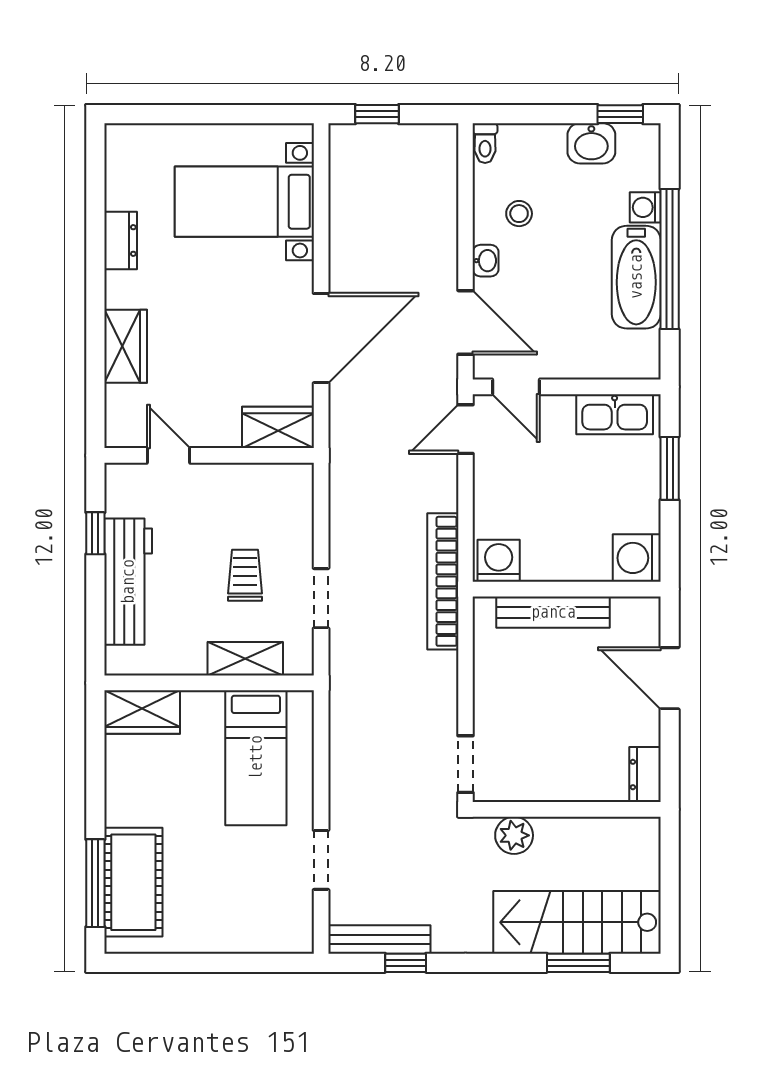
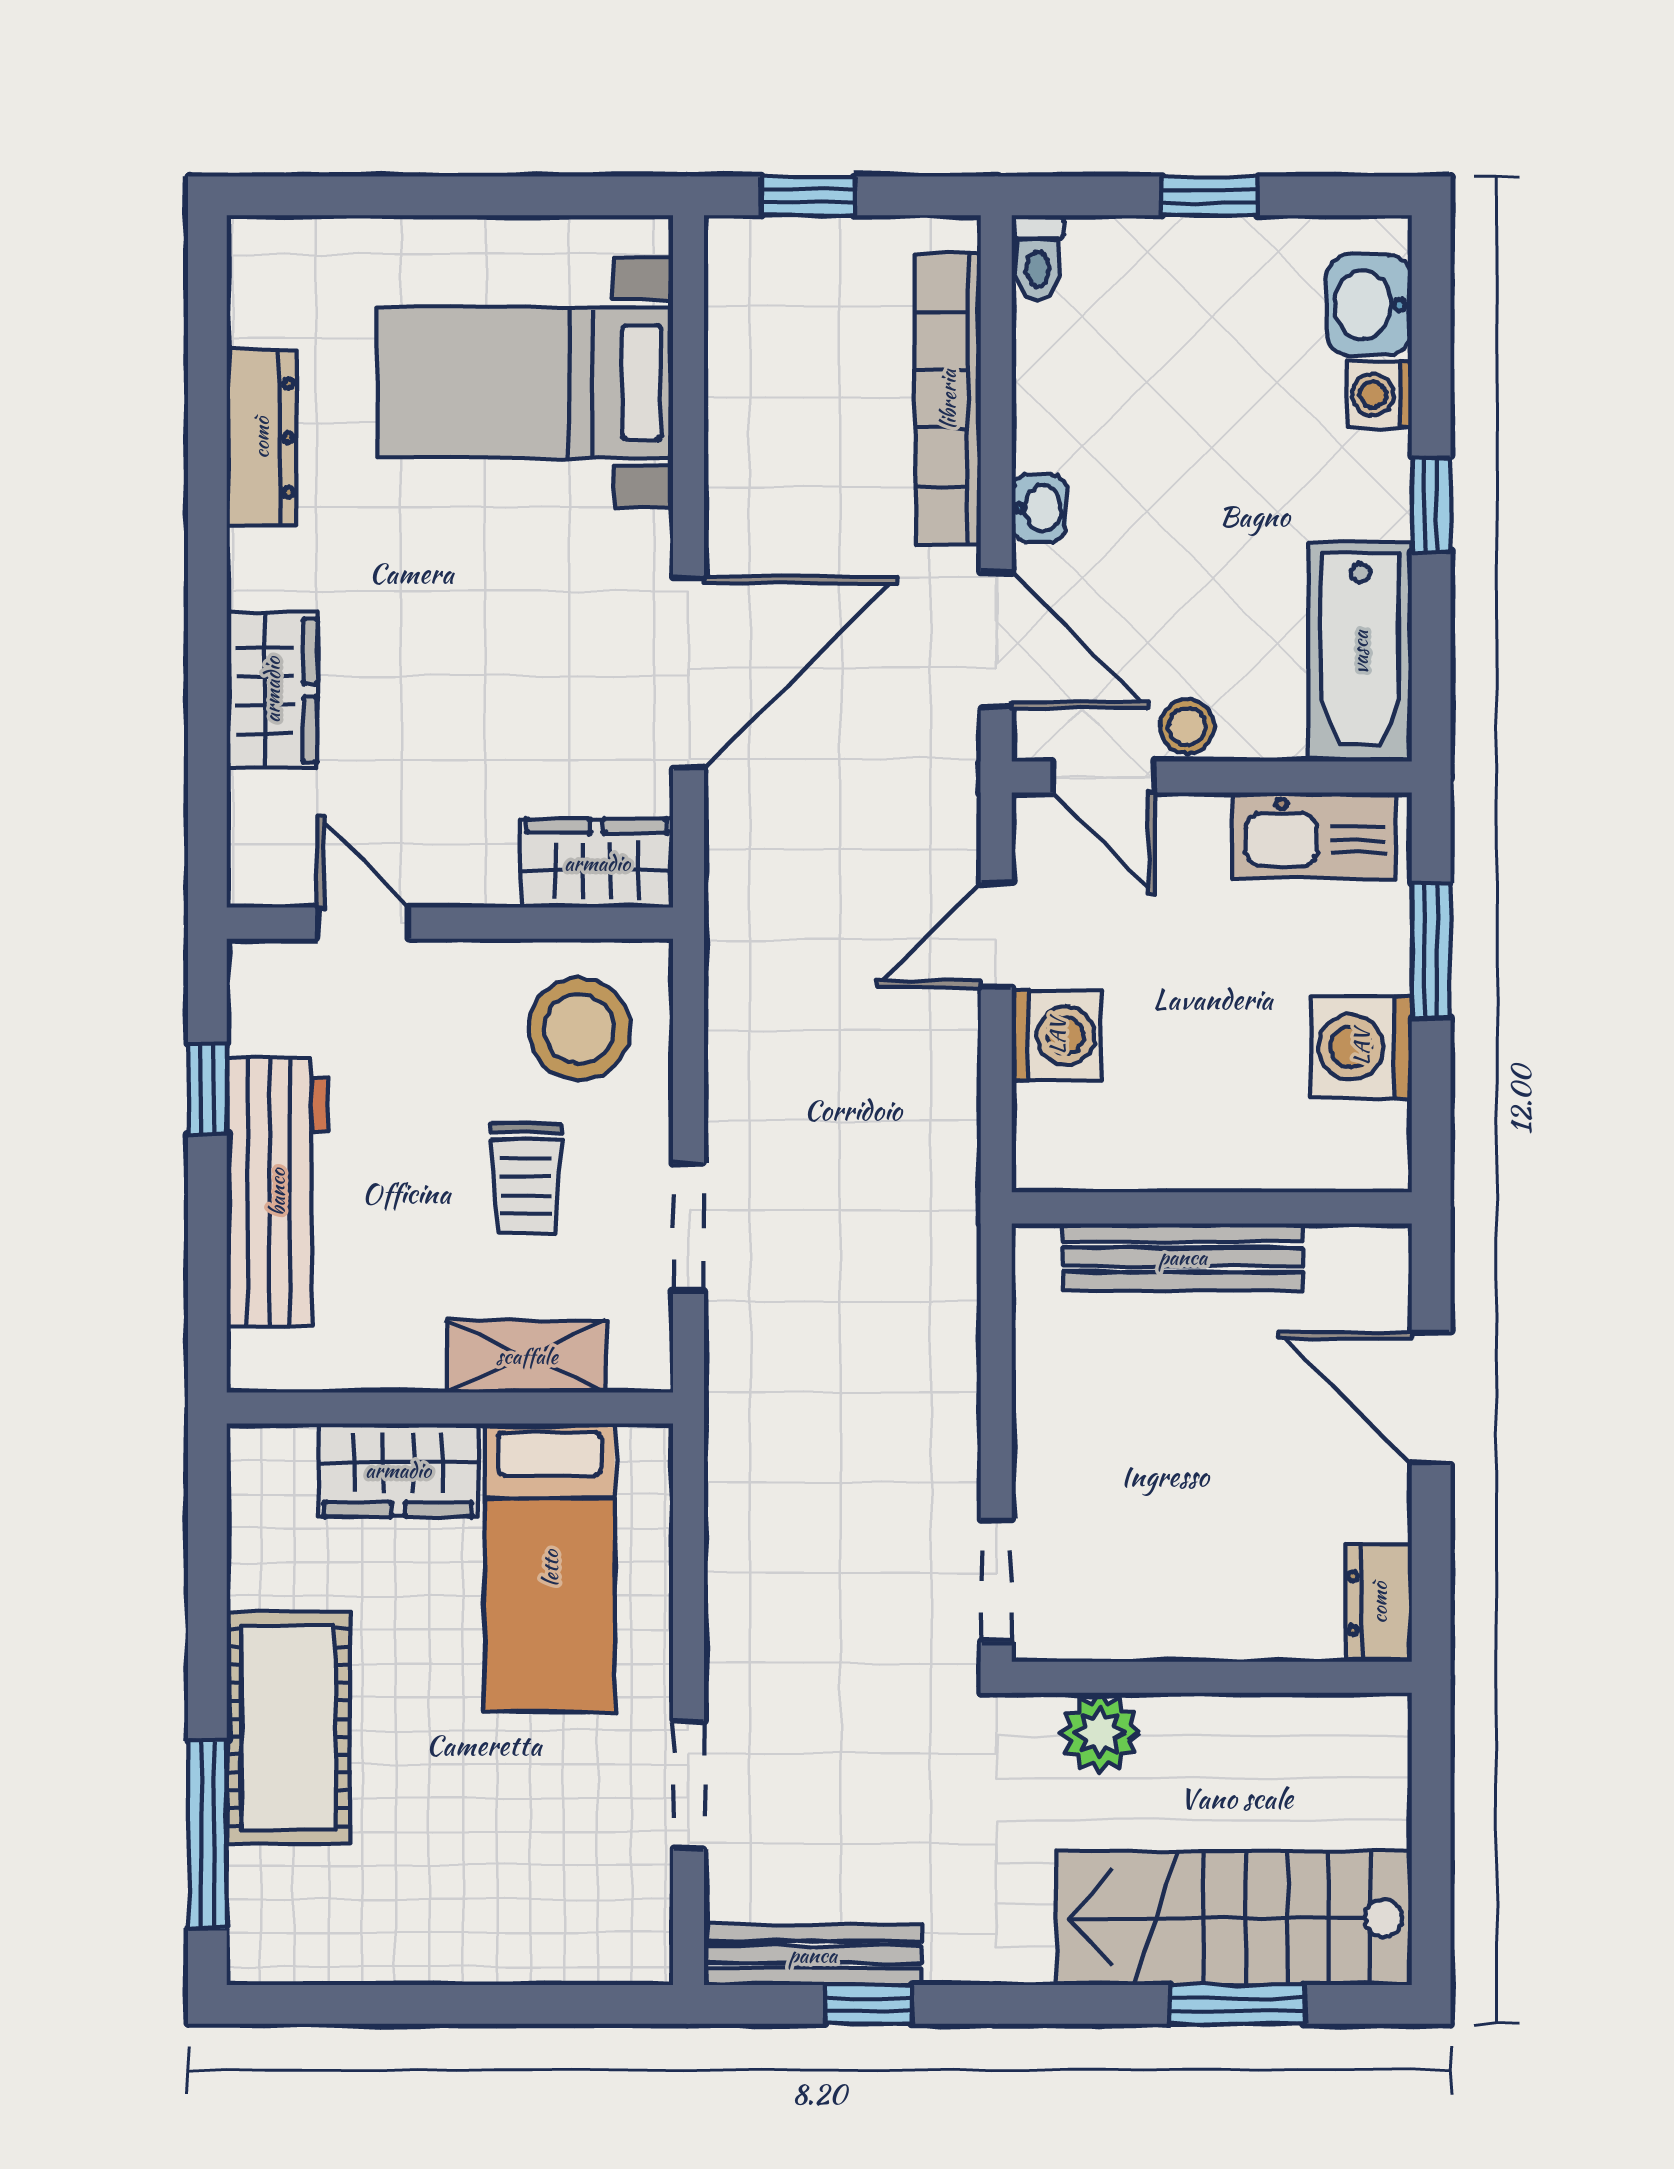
window: (620, 114) -> (1209, 196), moved
washbasin: (591, 143) -> (1369, 305), moved, turned 90
stool: (519, 214) -> (1187, 726), moved
dresser: (121, 240) -> (261, 438), width x1.44
window: (670, 259) -> (1431, 505), width x0.32
bathtub: (636, 277) -> (1360, 652), moved
door: (466, 429) -> (996, 935), moved
stool: (270, 505) -> (579, 1029), added
washing machine: (637, 558) -> (1361, 1047), moved
washing machine: (499, 561) -> (1057, 1036), moved, turned 90
trolley: (245, 575) -> (526, 1178), turned 180
bookcase: (443, 581) -> (948, 399), moved
wardrobe: (142, 712) -> (398, 1470), moved
cot: (133, 882) -> (288, 1728), moved

